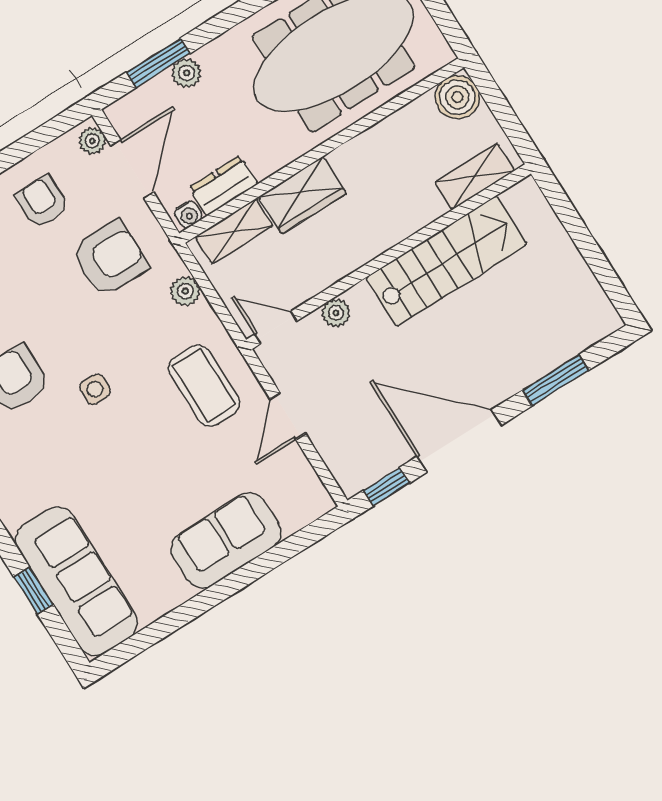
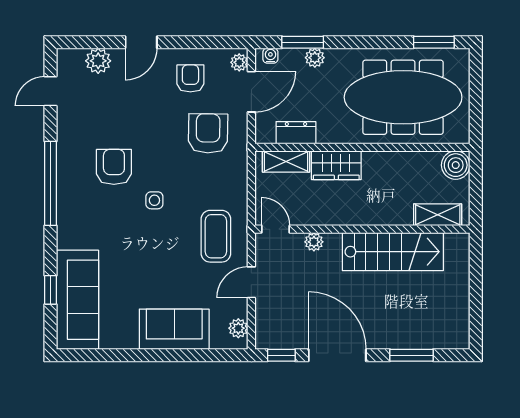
water cooler: (188, 214) -> (270, 56), moved, turned 180
armchair: (110, 259) -> (208, 133), turned -89
plant: (185, 291) -> (238, 328), moved

